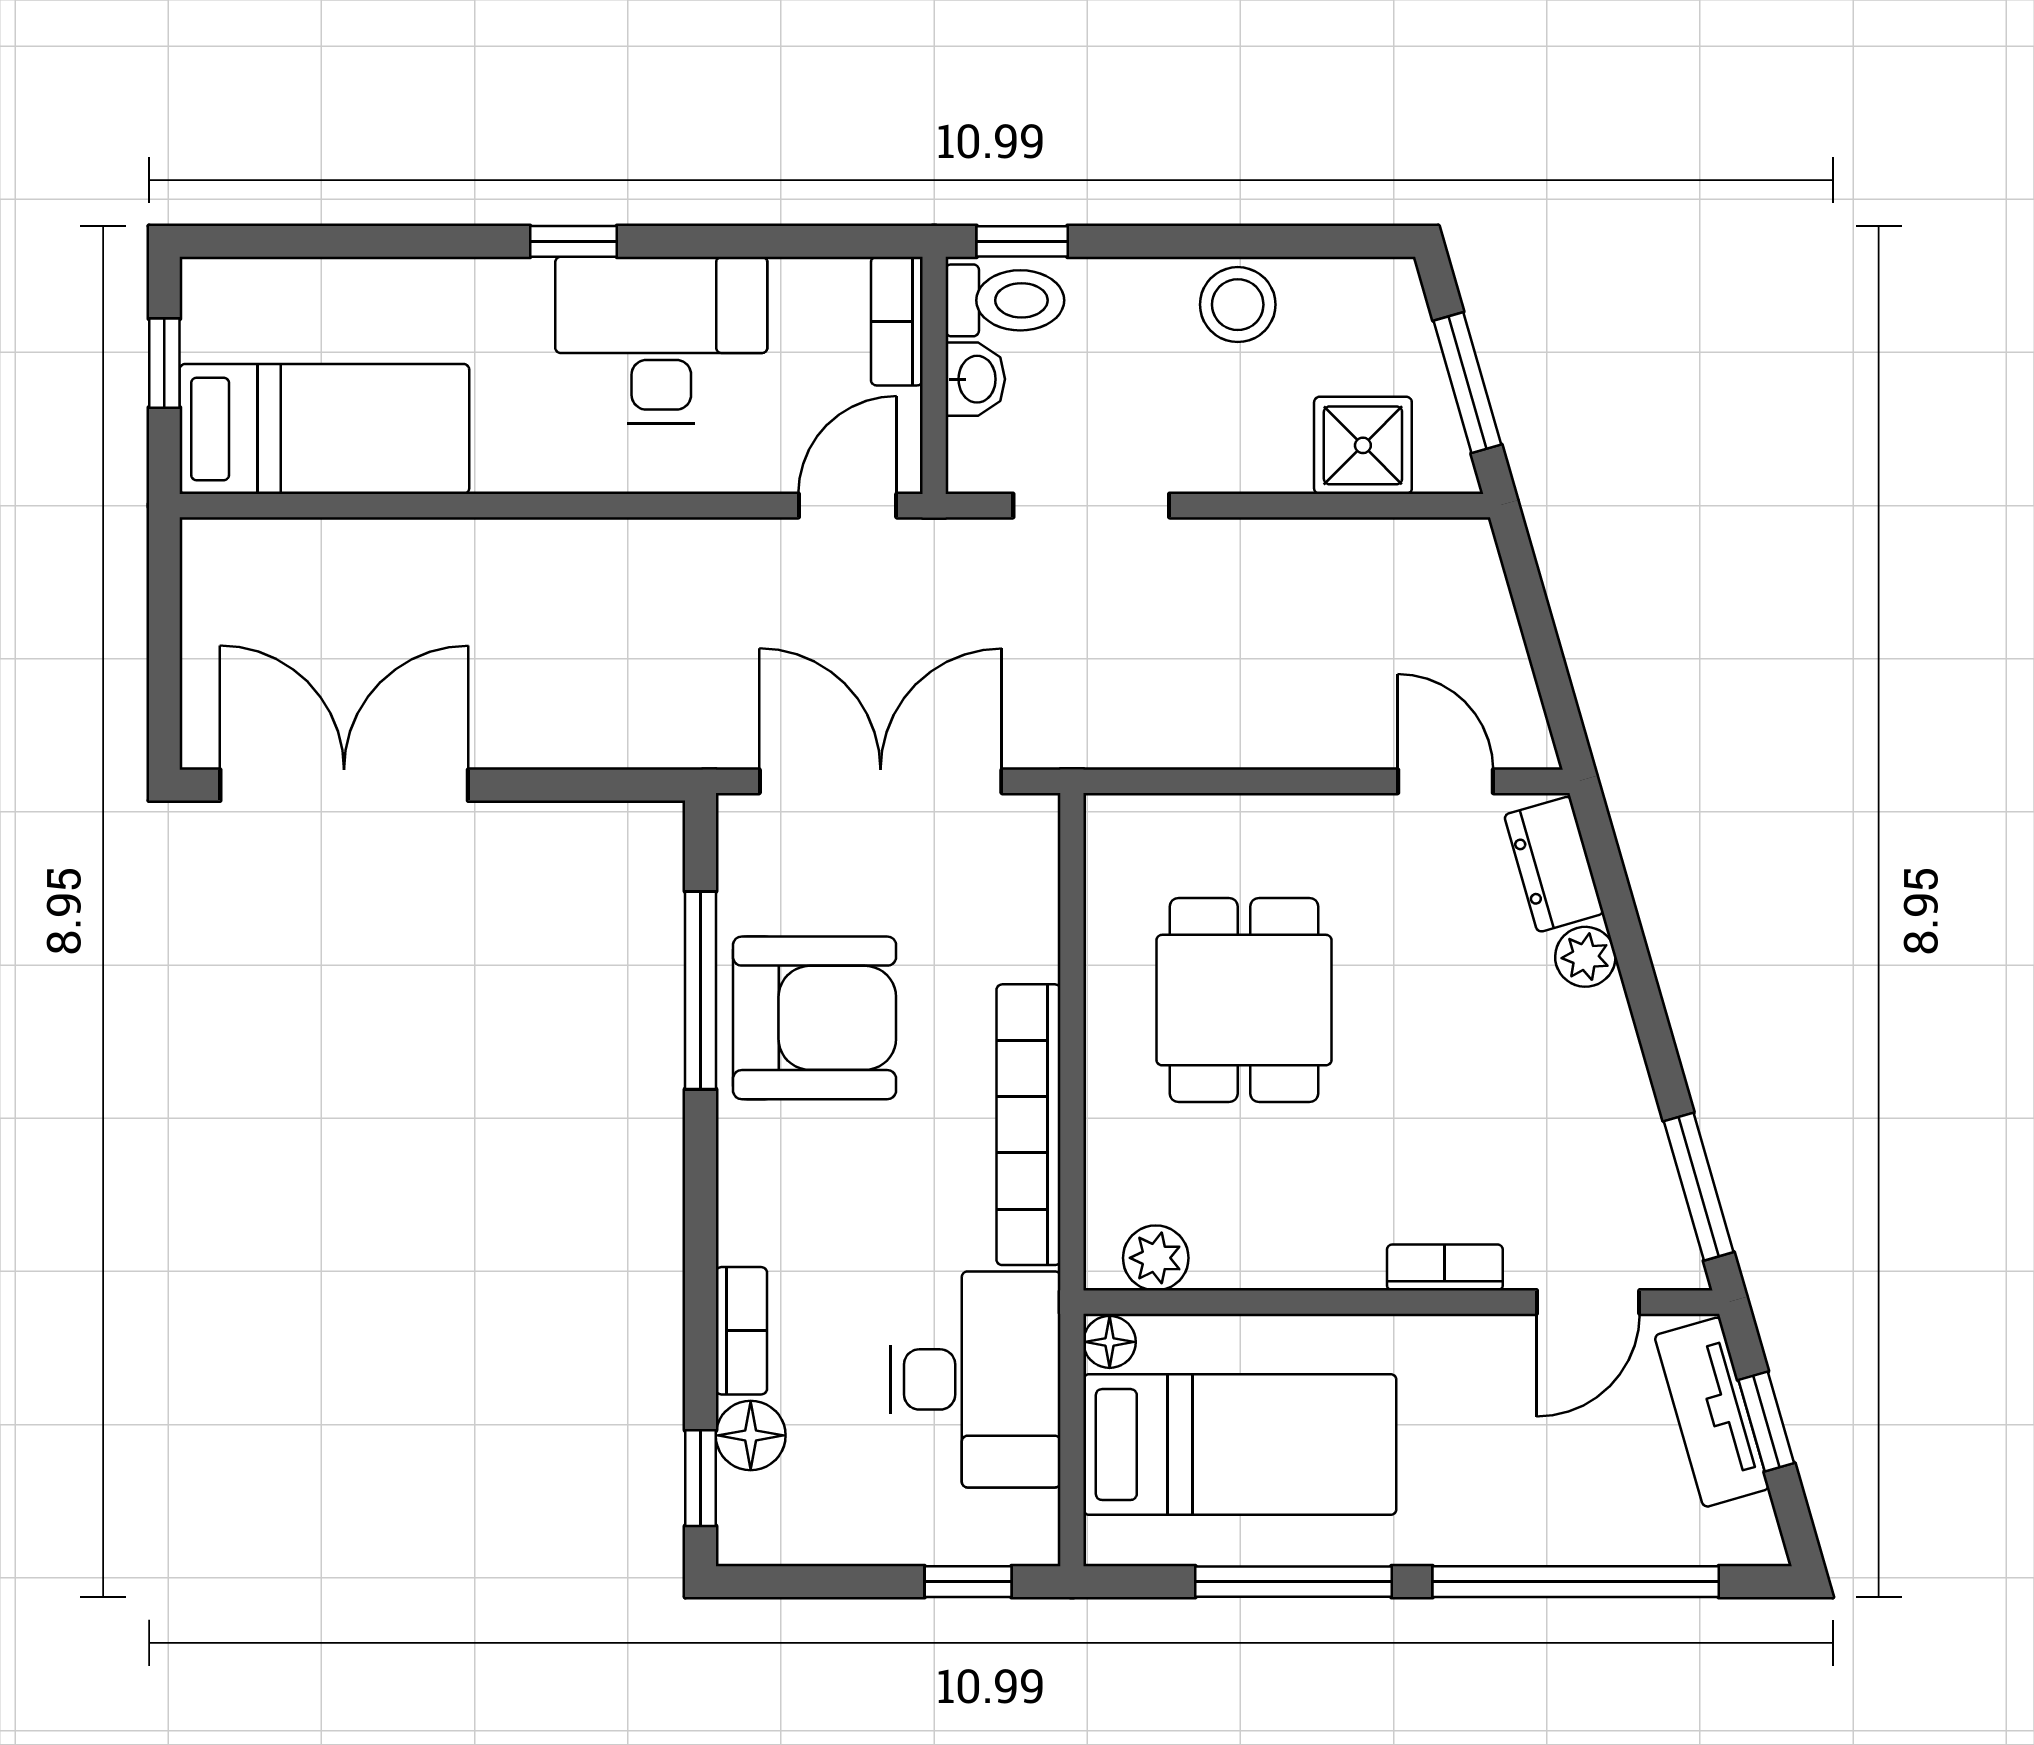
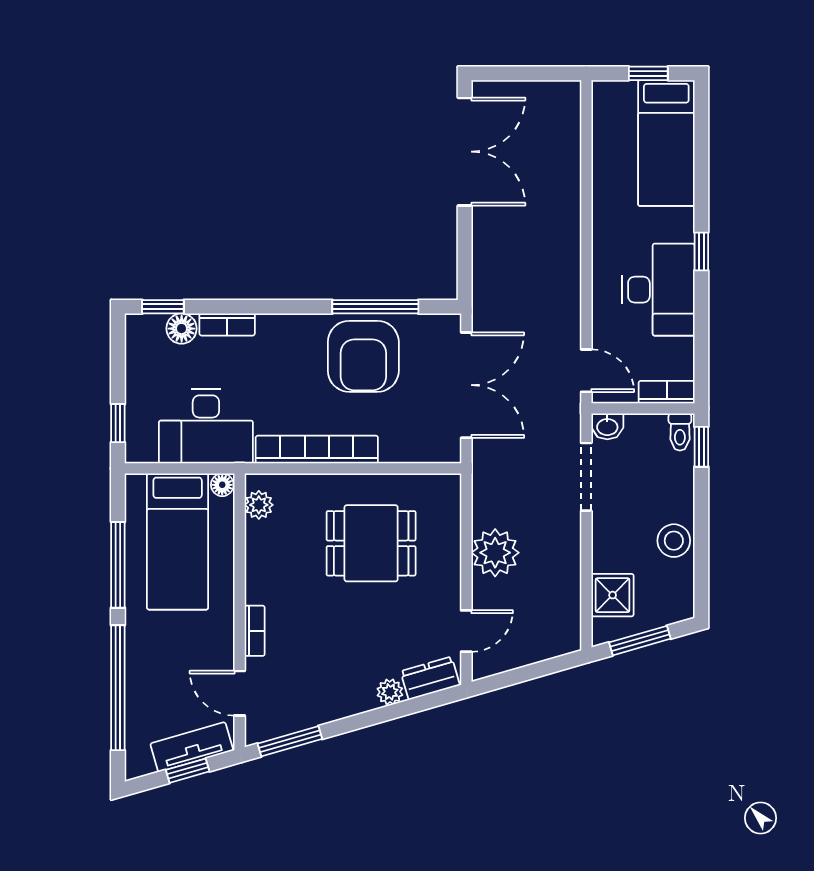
toilet: (1005, 300) -> (680, 432), width x0.73, depth x0.72
washbasin: (975, 379) -> (607, 426), moved
bed: (324, 429) -> (666, 143), moved
plant: (1266, 715) -> (495, 553), added

